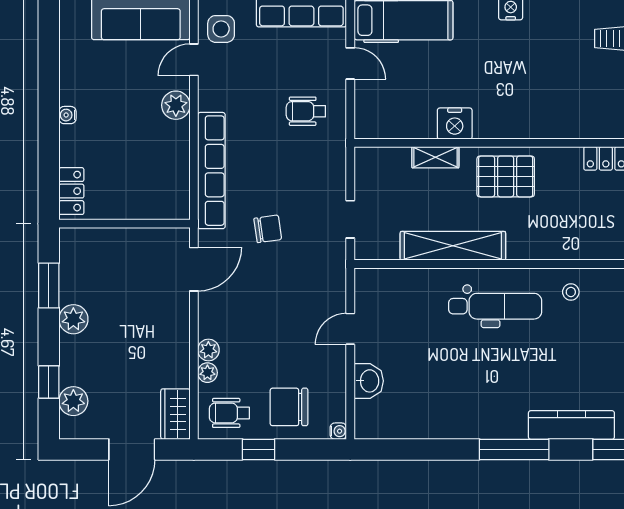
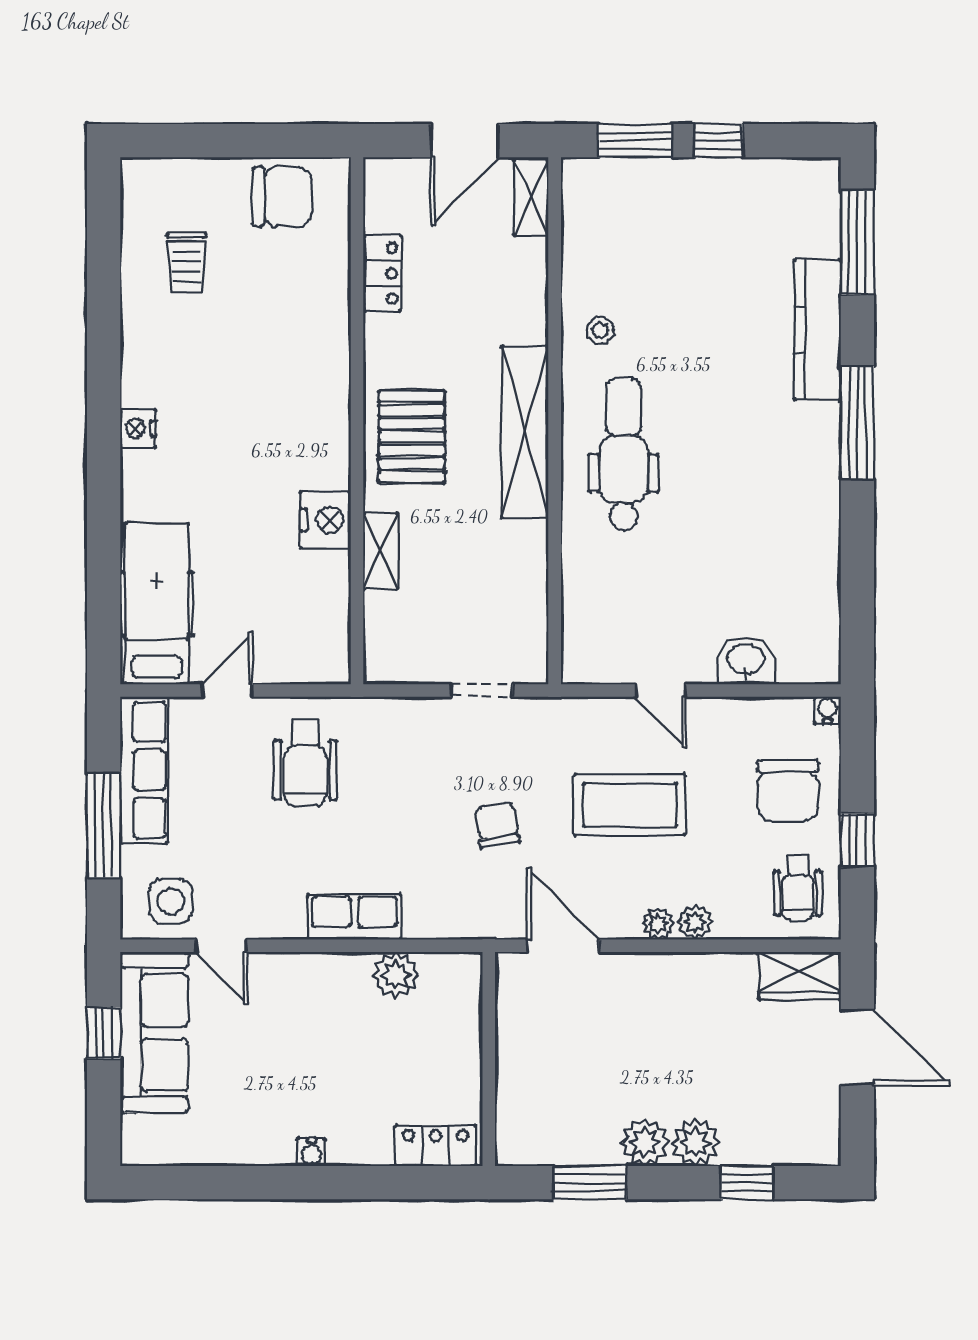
plant: (176, 105) -> (396, 975), moved
wheelchair: (306, 111) -> (305, 763), width x1.36, depth x1.37
row of seats: (211, 171) -> (354, 917), width x0.50
shelving: (453, 246) -> (525, 432), moved
coffee table: (280, 310) -> (630, 805), added
plant: (207, 373) -> (658, 924), moved
plant: (73, 401) -> (695, 1142), moved

